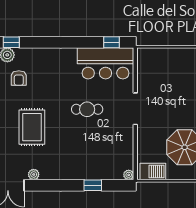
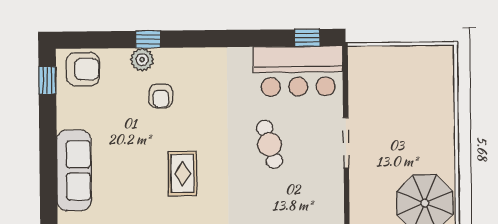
cafe table: (87, 109) -> (270, 144), turned 74
rug: (32, 127) -> (183, 174), width x0.73, depth x0.70

